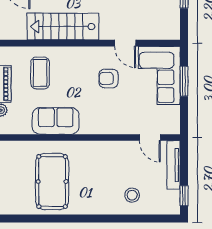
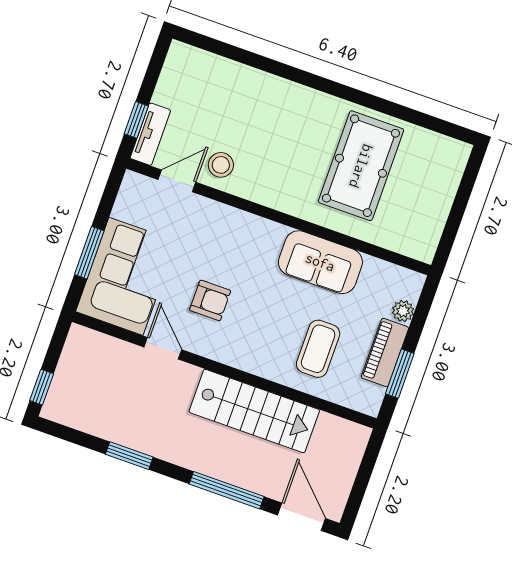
door: (150, 138) -> (177, 181), hinge flipped
tv unit: (173, 165) -> (150, 134), width x0.71
stool: (132, 195) -> (221, 165), moved
window: (184, 196) -> (136, 120), moved

